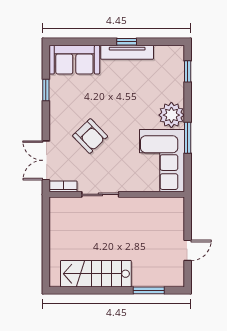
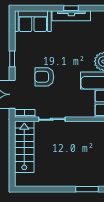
window: (46, 90) -> (12, 59), moved
armchair: (90, 136) -> (44, 77), turned 134
stairs: (96, 274) -> (24, 147), moved, turned 90

